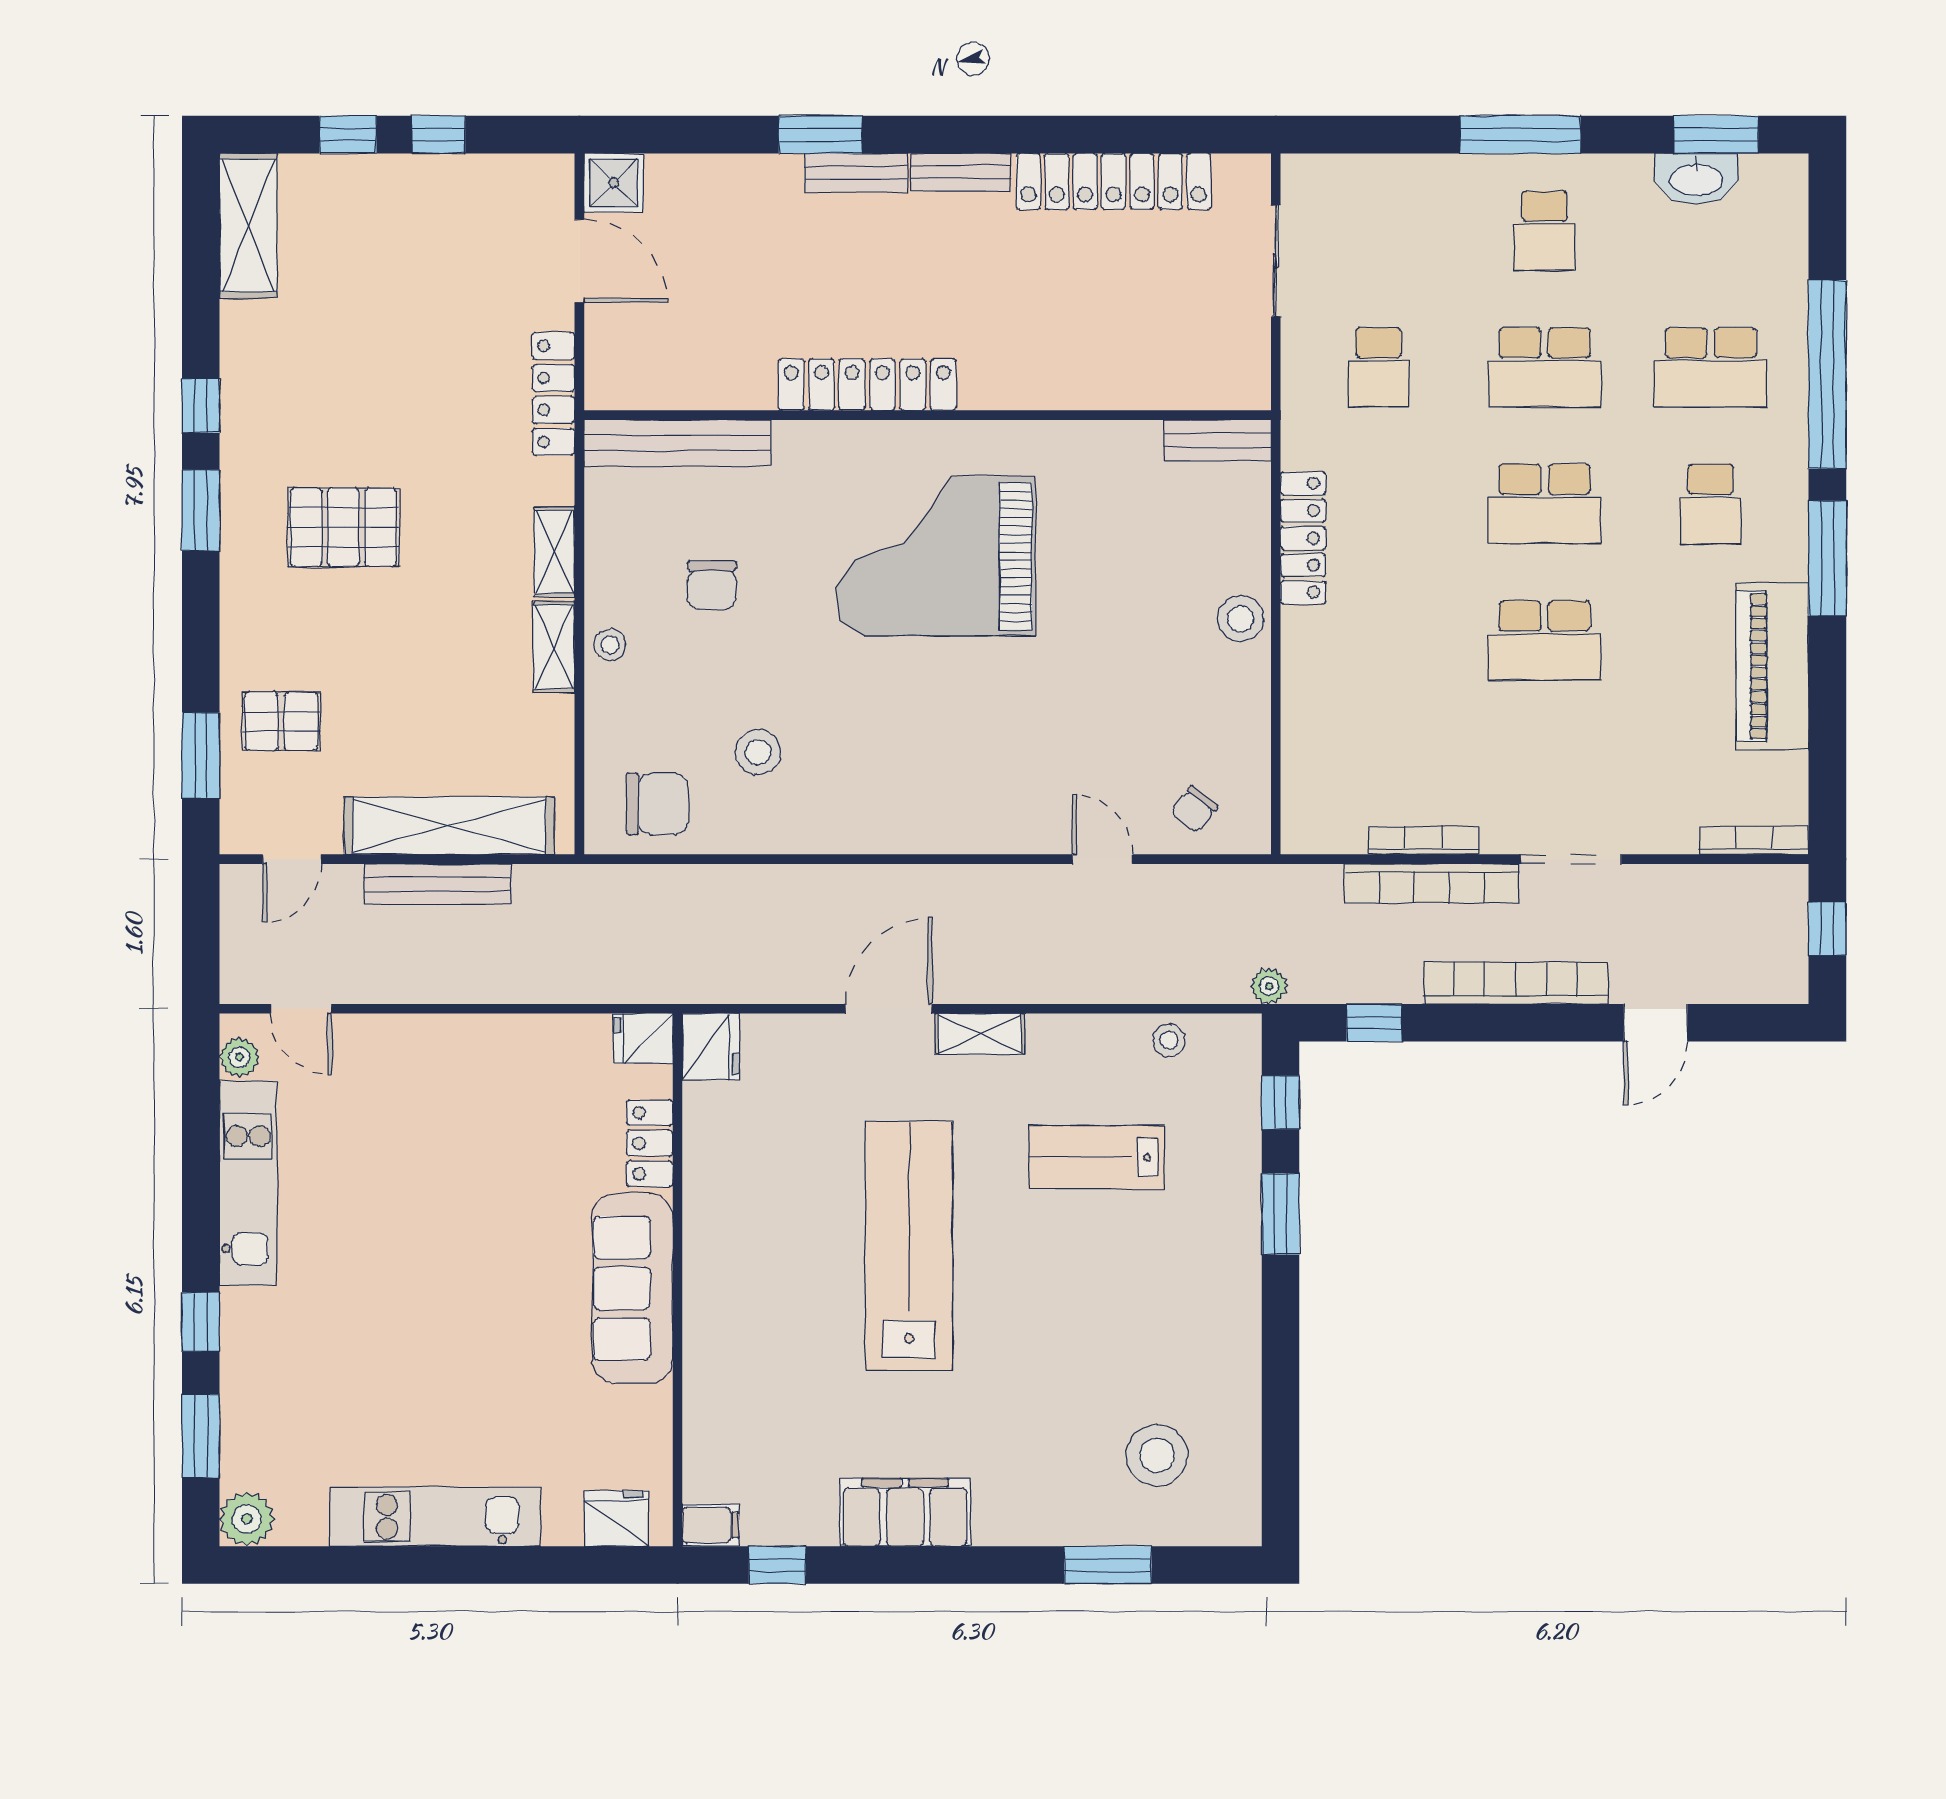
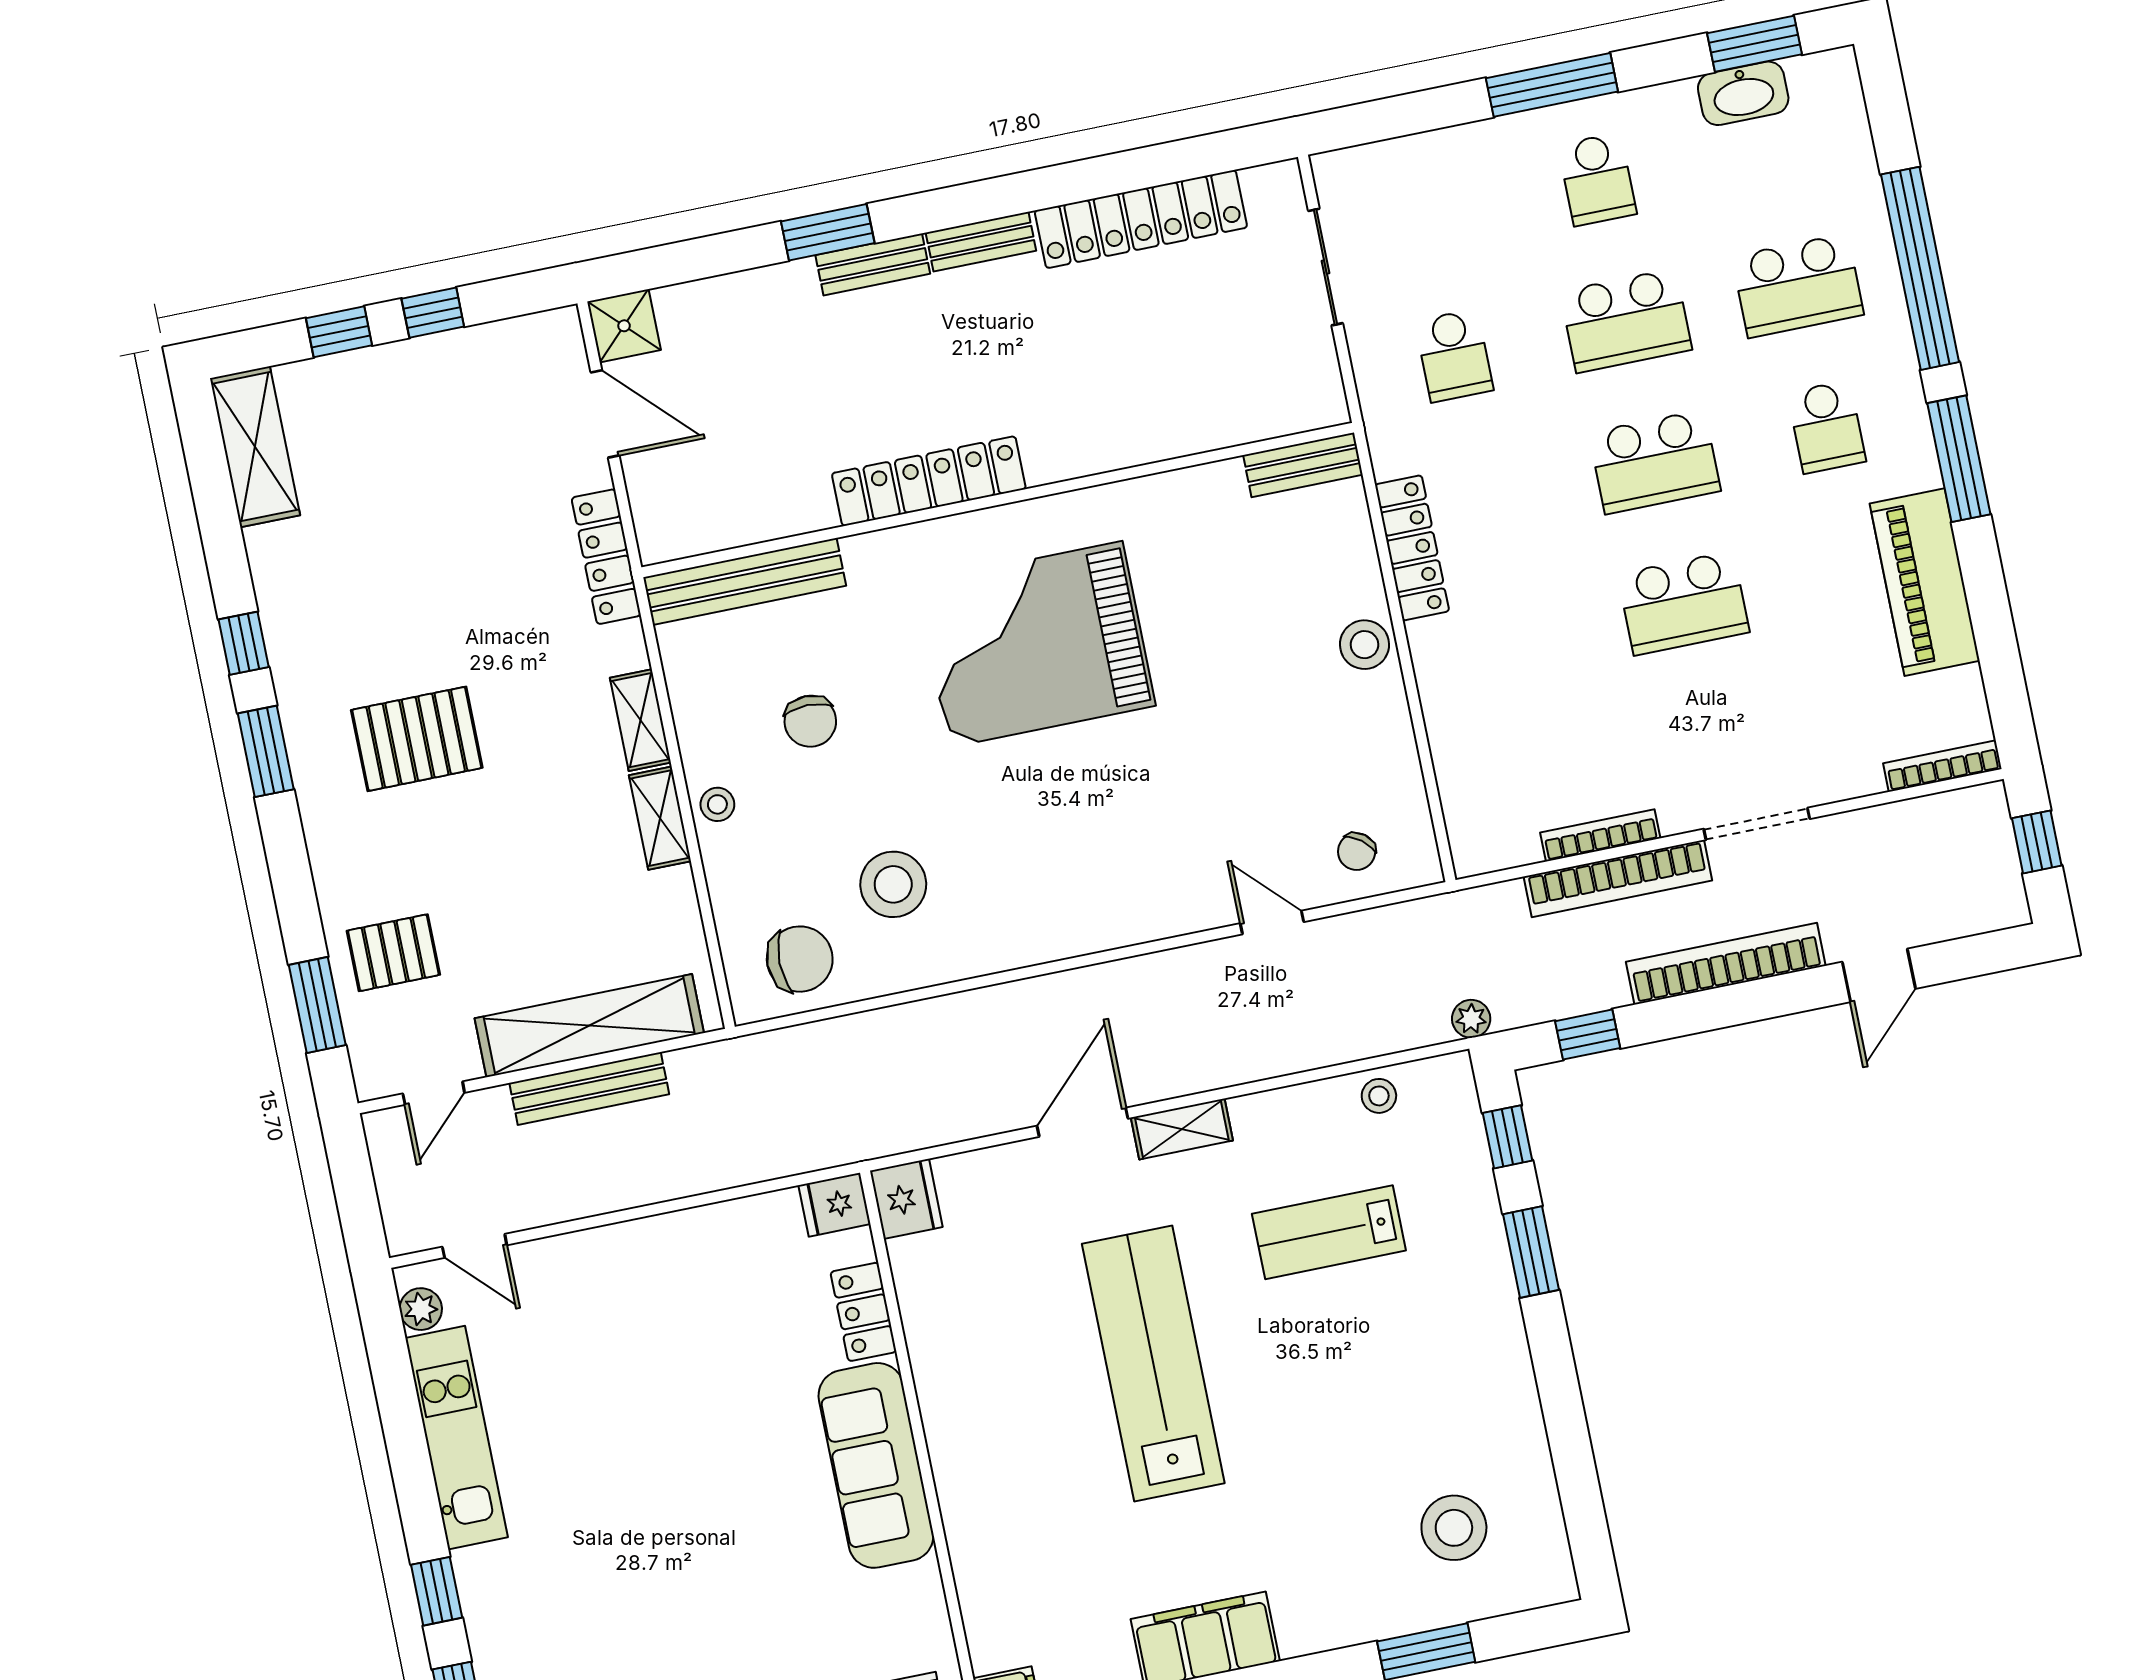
stool: (758, 752) -> (893, 884), width x1.38, depth x1.38

